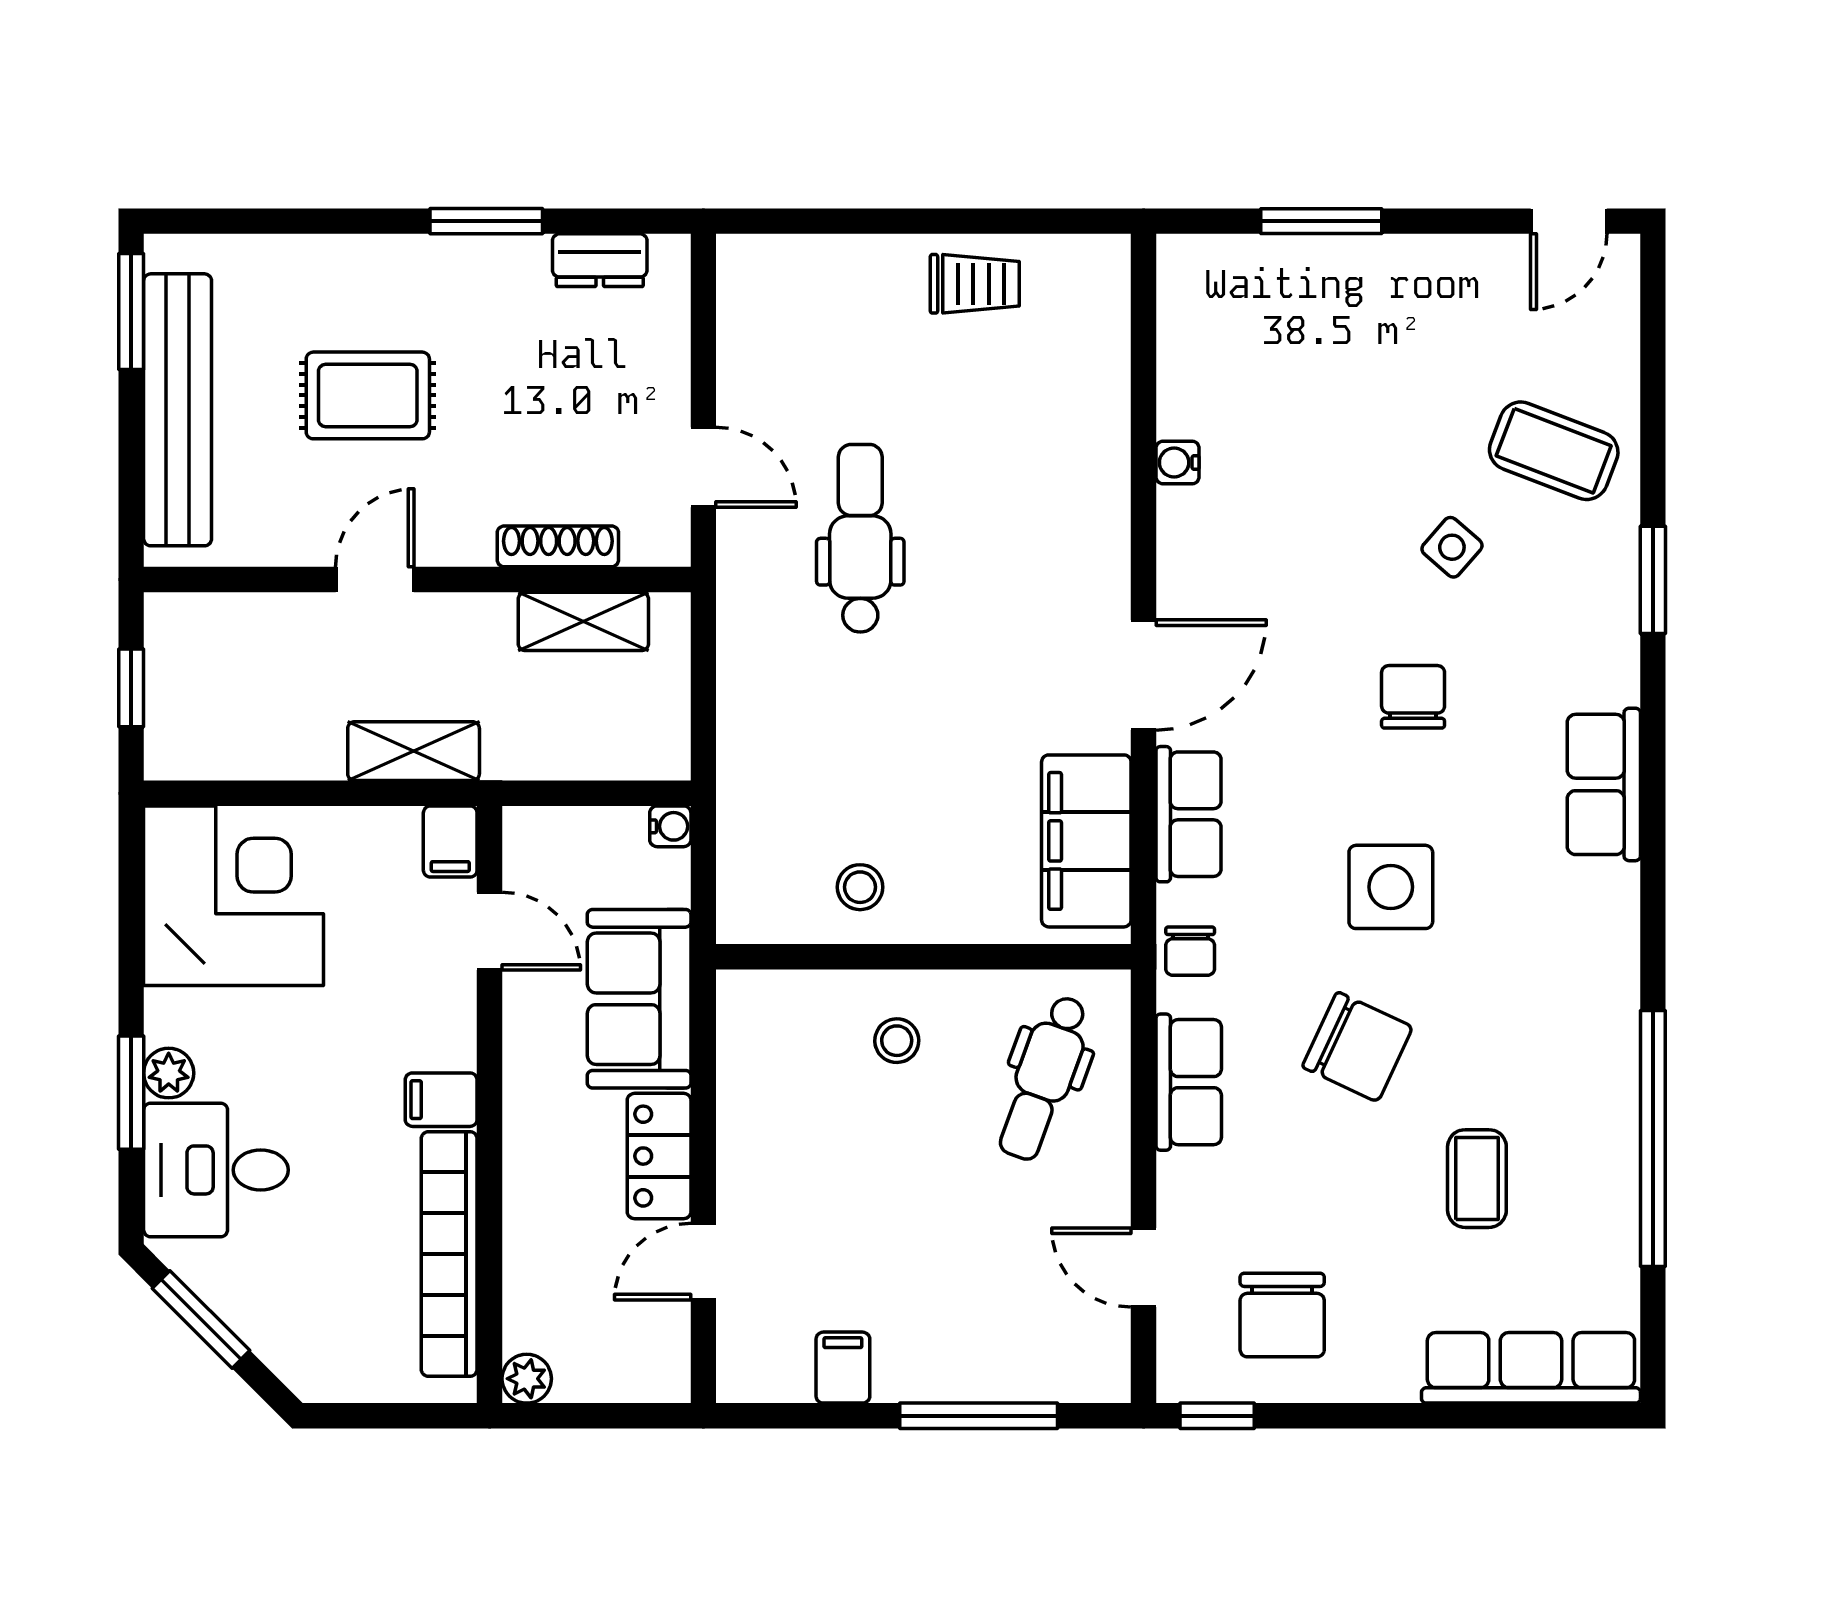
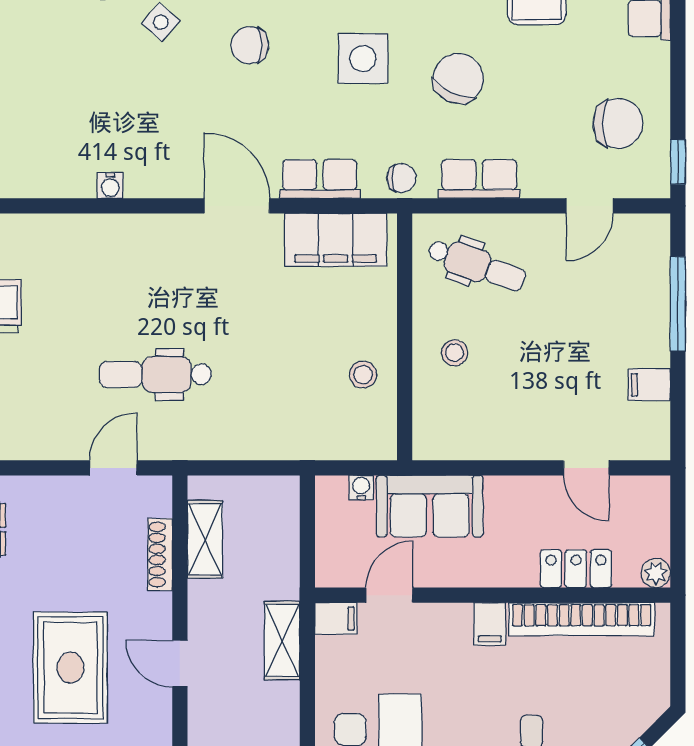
rug: (368, 395) -> (70, 668), width x1.36, depth x1.43
water cooler: (670, 826) -> (361, 488), moved
locker: (659, 1156) -> (576, 569), moved, turned 180

